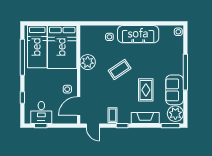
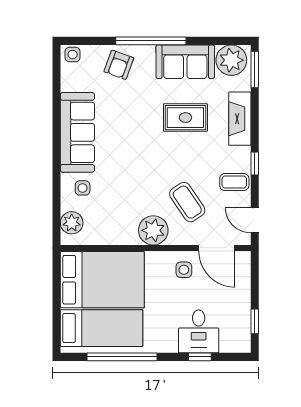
plant: (92, 31) -> (72, 223), added
armchair: (173, 56) -> (119, 65), added
plant: (88, 62) -> (153, 230), moved
coffee table: (120, 69) -> (187, 202), moved
desk: (41, 113) -> (199, 331), moved, turned 90
door: (93, 126) -> (255, 220), swing flipped

